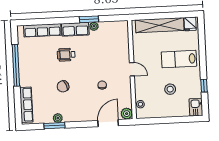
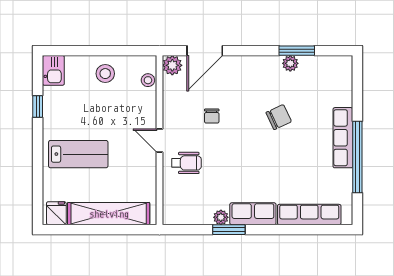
wheelchair: (66, 55) -> (186, 163), moved
stool: (170, 89) -> (105, 74), moved
row of seats: (26, 105) -> (343, 138), moved

